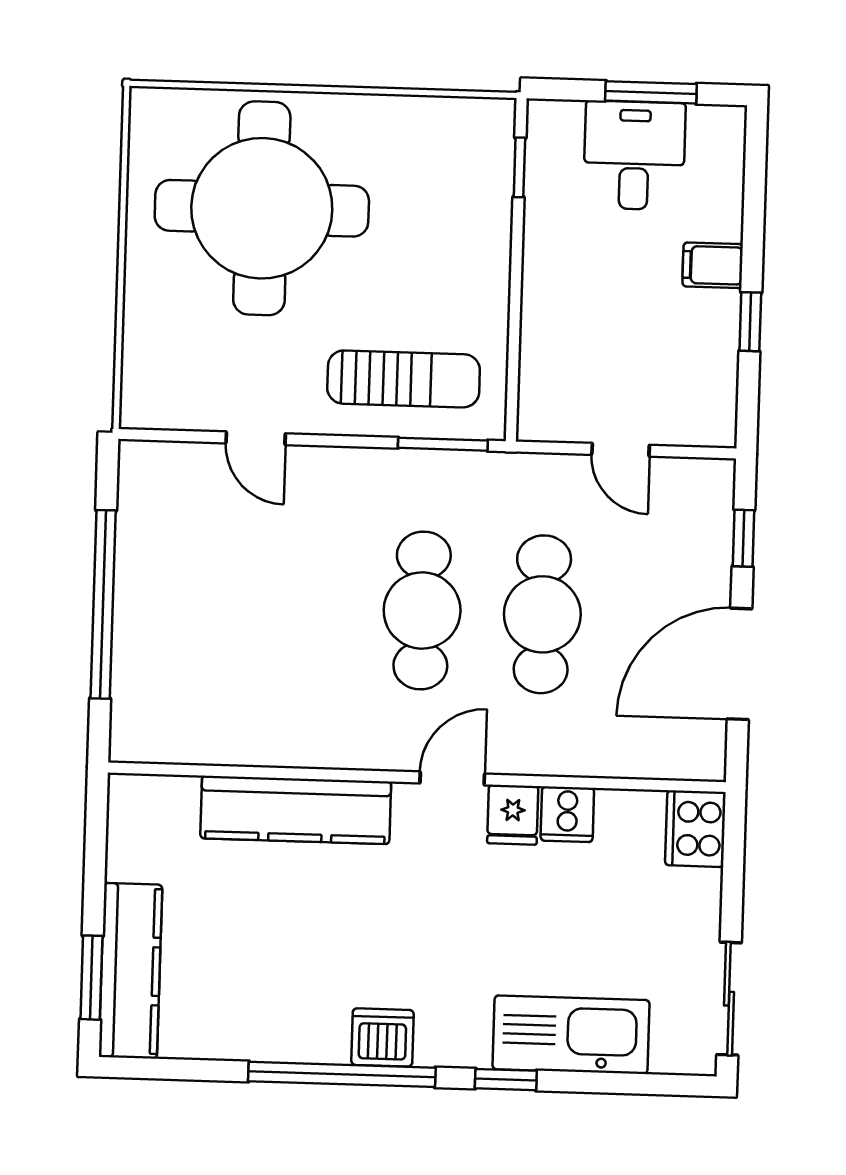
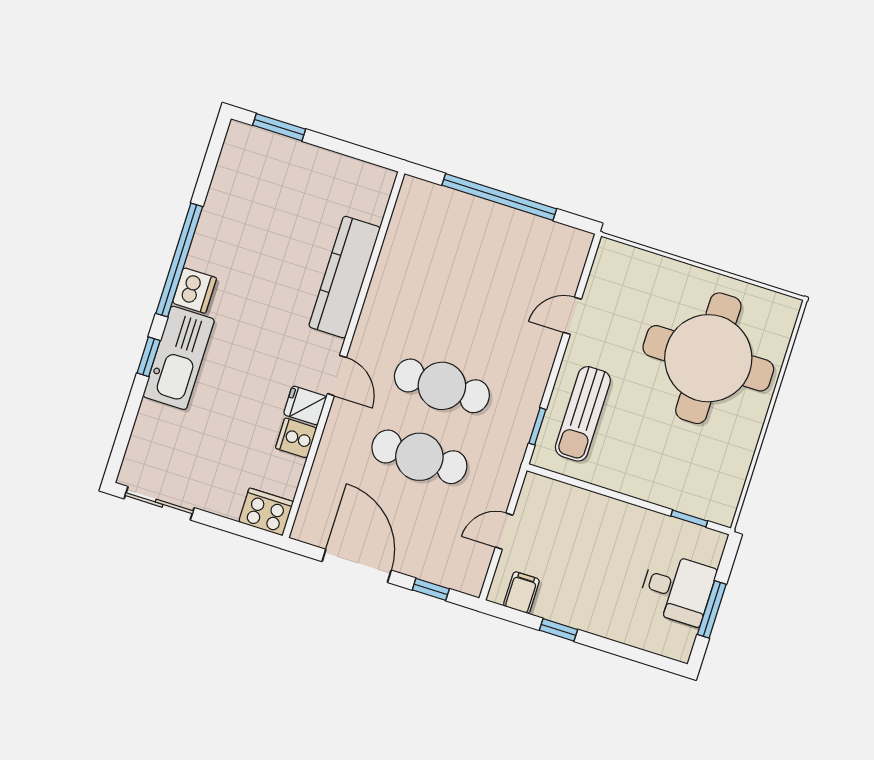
filing cabinet: (713, 265) -> (521, 593), moved
window: (443, 444) -> (537, 426), width x0.67
kitchen counter: (130, 971) -> (277, 152), removed
kitchen sink: (571, 1035) -> (179, 358), moved

